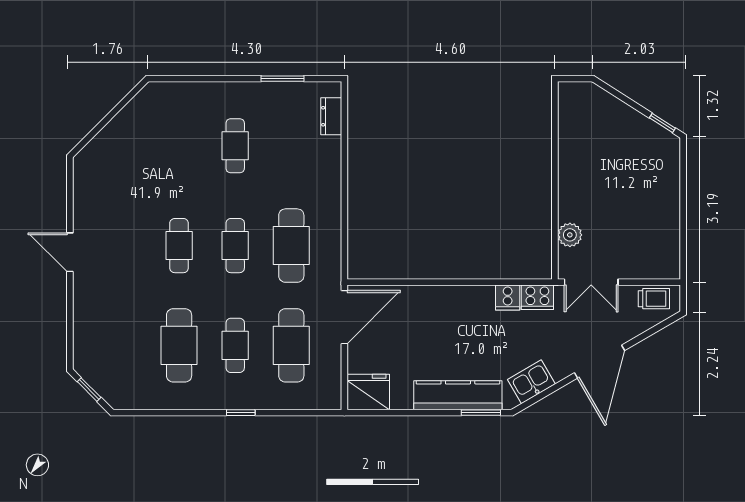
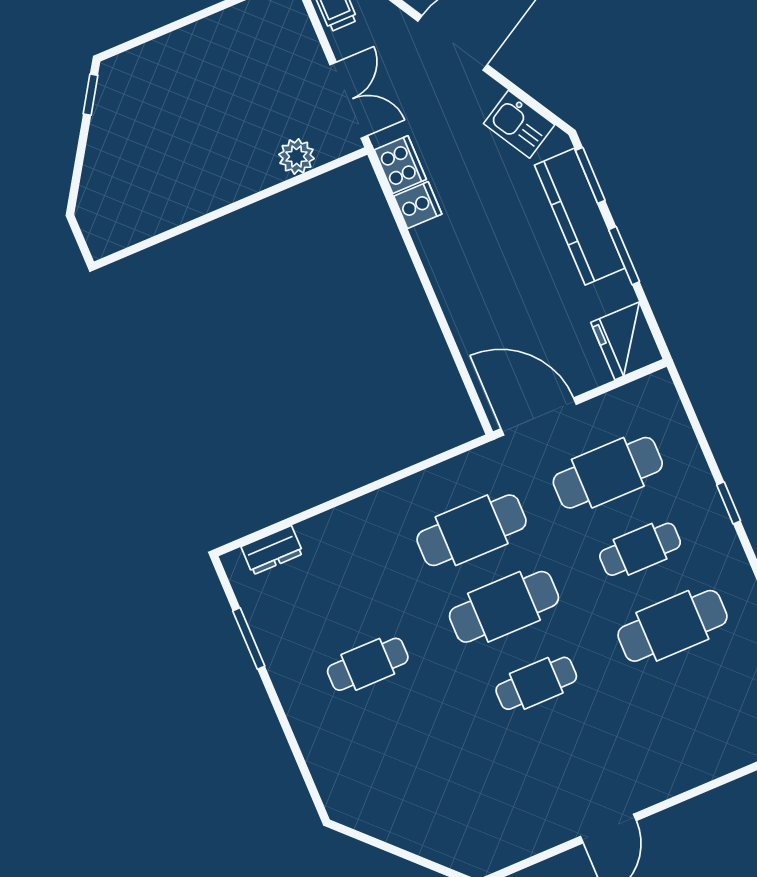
cafe table: (235, 246) -> (504, 607), width x1.37, depth x1.35
window: (422, 413) -> (624, 256), added

